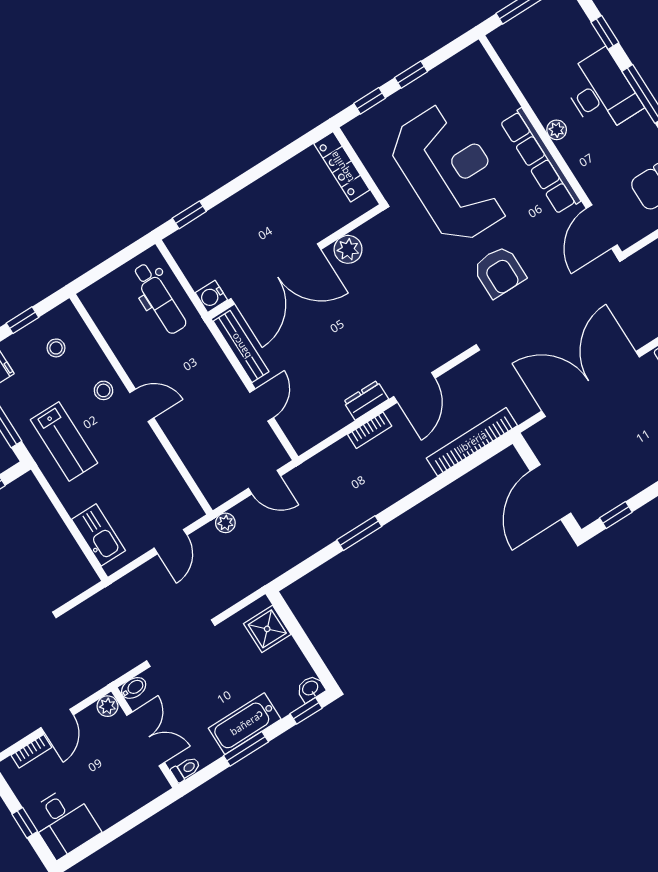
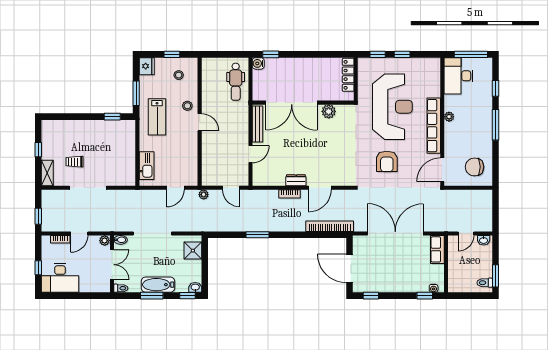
desk: (601, 92) -> (458, 76), moved, turned 180
water cooler: (211, 296) -> (258, 63), moved
door: (551, 492) -> (349, 268), hinge flipped
desk: (64, 822) -> (60, 278), width x1.37

